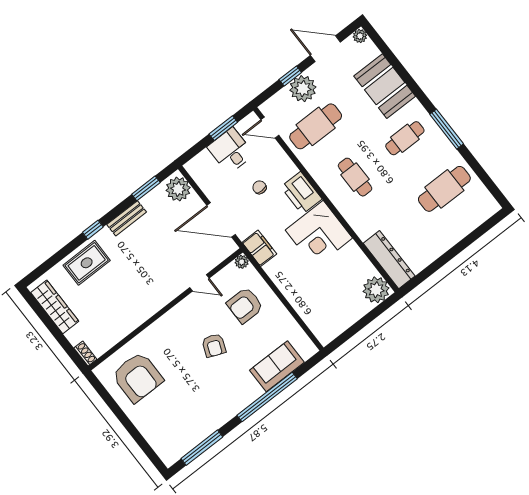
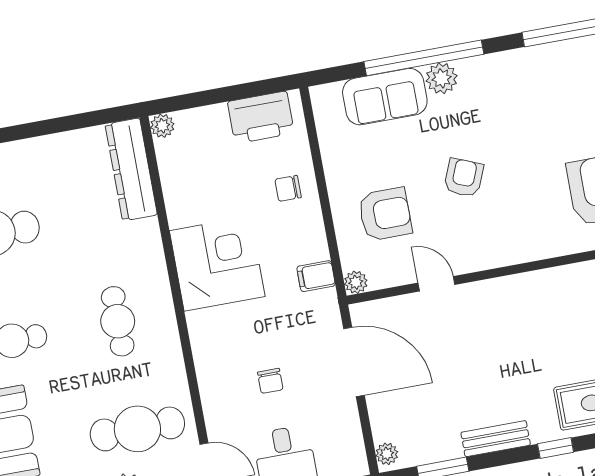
plant: (178, 189) -> (387, 454), width x0.53, depth x0.53
printer: (301, 193) -> (261, 117), moved, turned 90
filing cabinet: (259, 248) -> (316, 276), width x0.50
plant: (376, 290) -> (162, 126), width x0.53, depth x0.53
chair: (302, 292) -> (288, 188), added
plant: (252, 391) -> (442, 78), added

